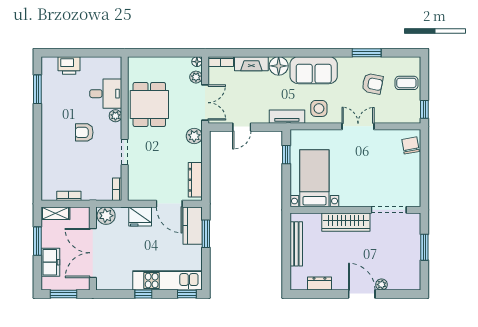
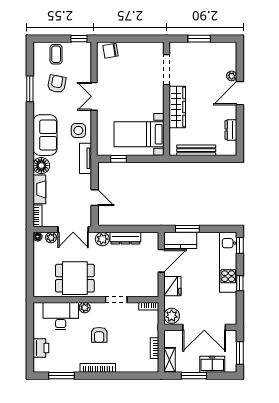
desk: (106, 94) -> (61, 316), width x1.37
double door: (205, 103) -> (73, 230), swing flipped
bookcase: (46, 131) -> (98, 368), added
dresser: (195, 180) -> (125, 238), moved

